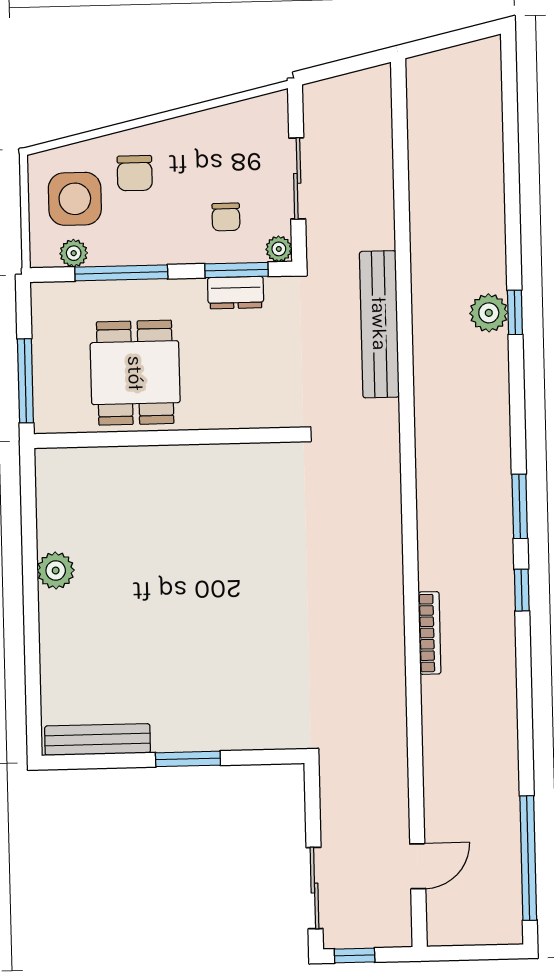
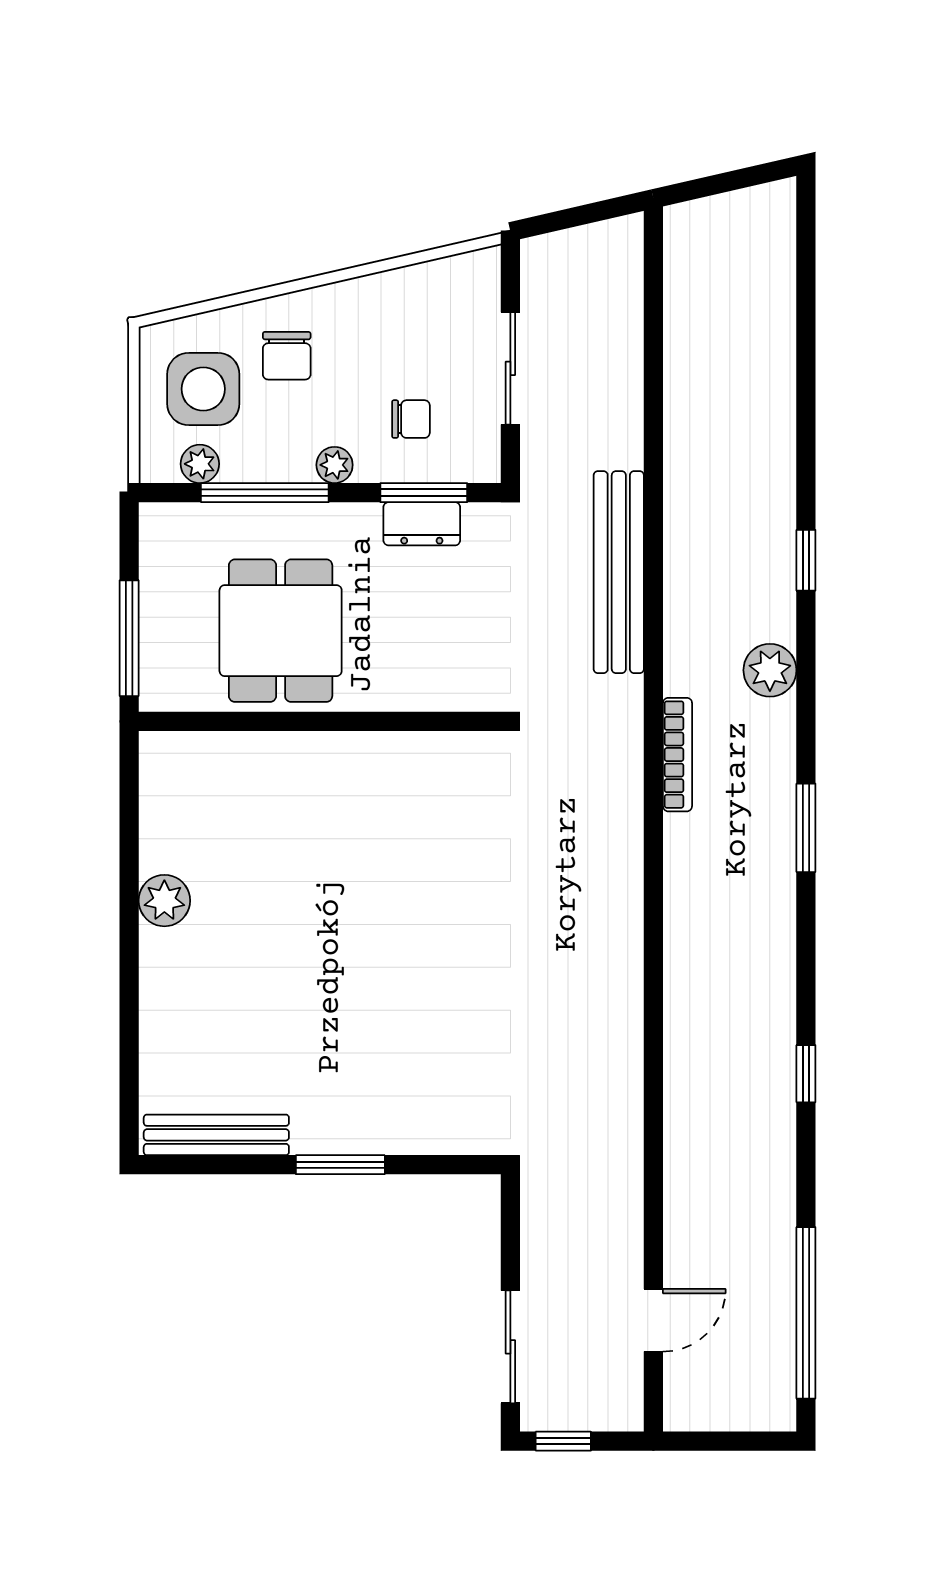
chair: (226, 217) -> (411, 419), turned -90
plant: (279, 249) -> (335, 465), moved
plant: (489, 313) -> (770, 670), moved
window: (522, 590) -> (806, 1074), moved
bookcase: (430, 633) -> (677, 755), moved

